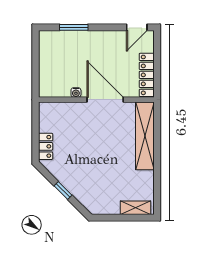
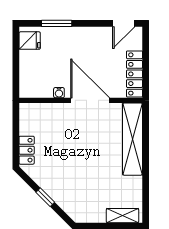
fridge: (48, 44) -> (30, 41), added

